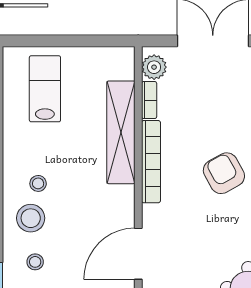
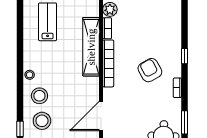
stool: (38, 183) -> (30, 75), moved
stool: (35, 262) -> (42, 121), width x1.89, depth x1.89

